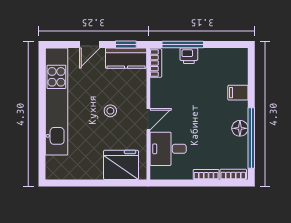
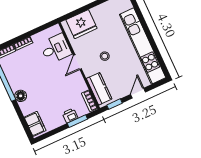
window: (183, 44) -> (77, 121), width x0.69
kitchen counter: (126, 58) -> (99, 89), moved, turned 90
filing cabinet: (238, 93) -> (35, 124), moved, width x2.00
floor lamp: (240, 128) -> (21, 96), moved

